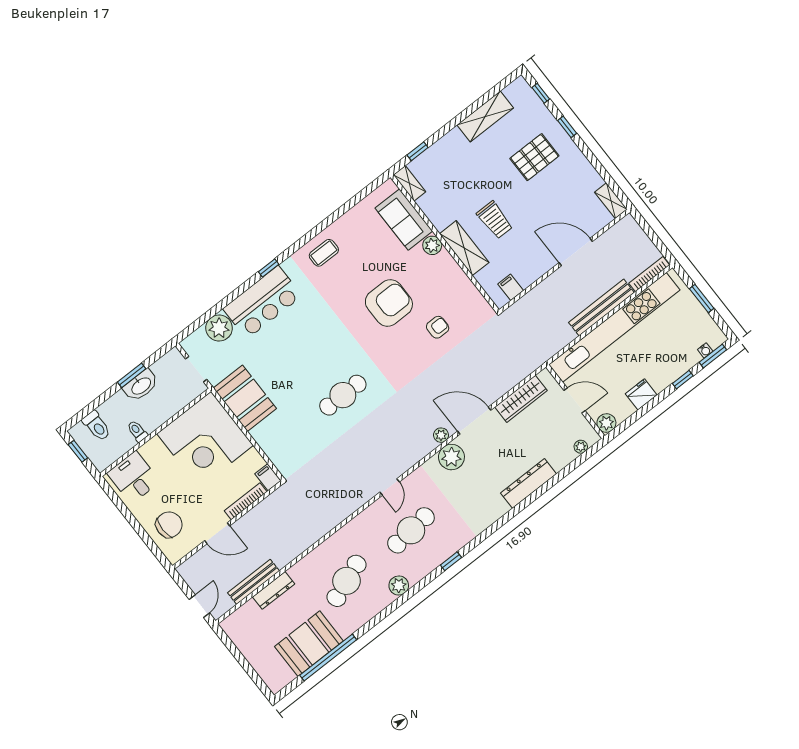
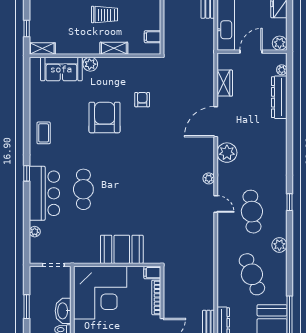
shelving: (464, 248) -> (114, 48), width x0.67, depth x0.75
plant: (219, 328) -> (35, 232), width x0.53, depth x0.53
washbasin: (141, 386) -> (63, 311), moved, turned 180
cafe table: (343, 395) -> (83, 189), moved
booth: (245, 398) -> (122, 249), moved
wardrobe: (521, 399) -> (225, 83), width x0.67
plant: (441, 435) -> (209, 178), moved
dresser: (528, 483) -> (279, 97), moved

